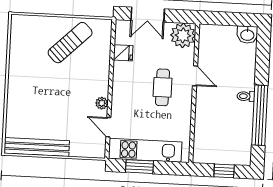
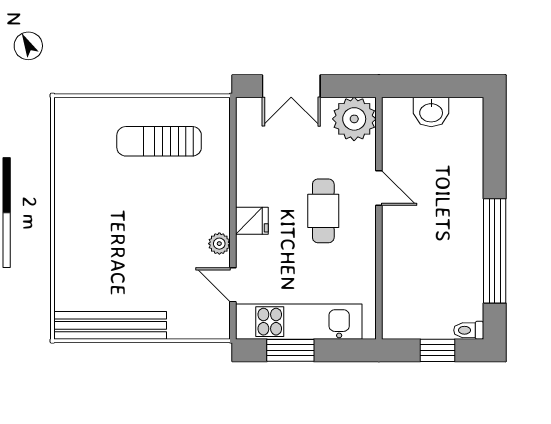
washbasin: (247, 35) -> (431, 112), moved
sun lounger: (70, 43) -> (159, 141), turned -136
fridge: (123, 53) -> (252, 221), moved
toilet: (246, 96) -> (469, 330), moved

